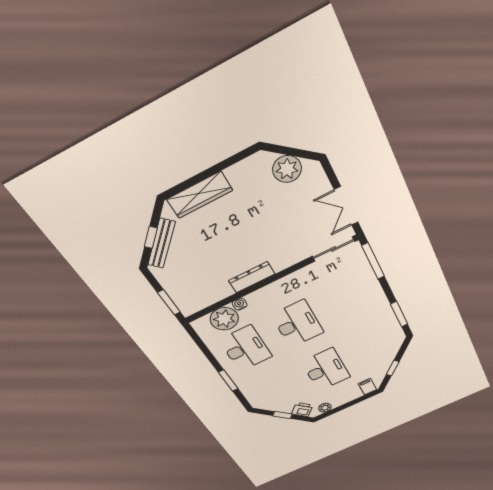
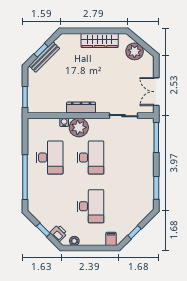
wardrobe: (200, 195) -> (100, 40), moved
sliding door: (333, 249) -> (123, 116), moved
plant: (224, 319) -> (79, 127), moved
window: (228, 381) -> (25, 177), width x2.11

